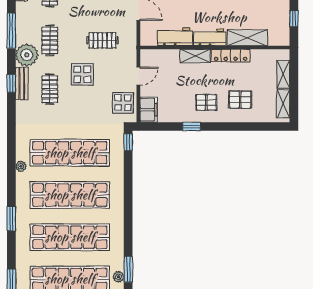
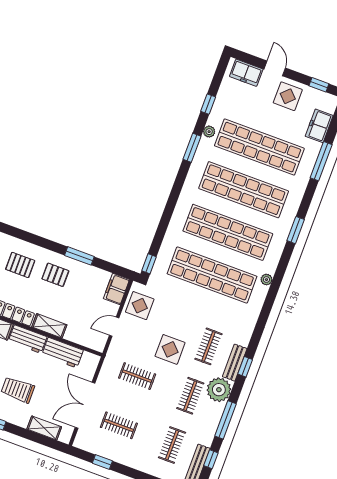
window: (191, 127) -> (79, 256), width x1.50
window: (128, 269) -> (192, 148), moved

